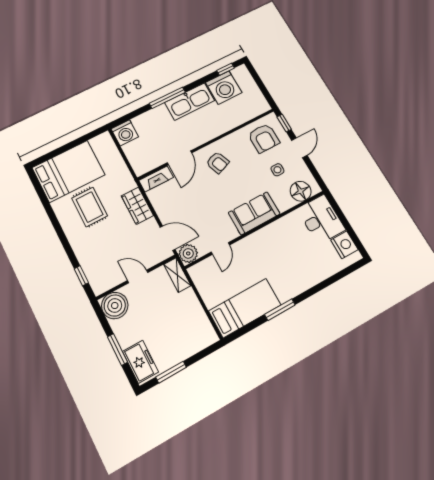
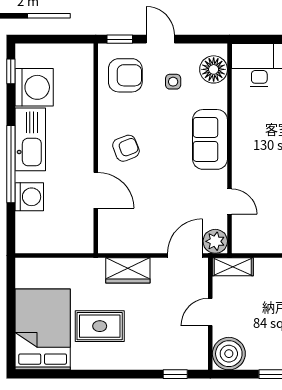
window: (167, 98) -> (11, 164), width x1.46
washing machine: (125, 133) -> (29, 197), moved
fireplace: (156, 179) -> (107, 232), removed

